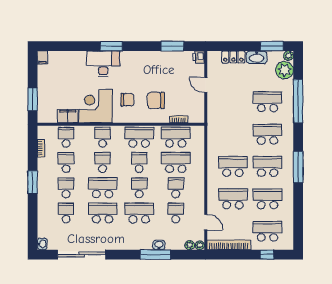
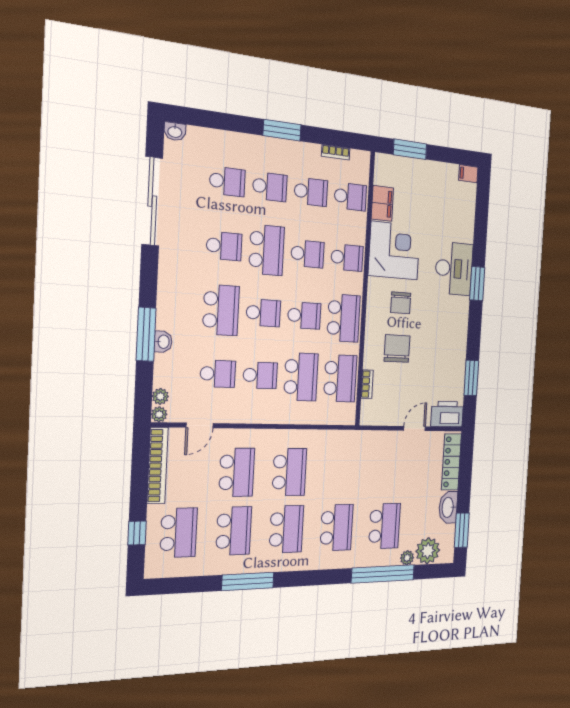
plant: (288, 56) -> (407, 558), moved
printer: (199, 57) -> (447, 414), width x1.87, depth x1.48
locker: (233, 57) -> (451, 462), width x1.53
window: (298, 167) -> (248, 581), moved
school desk: (103, 213) -> (224, 246), width x0.54

